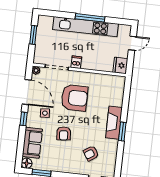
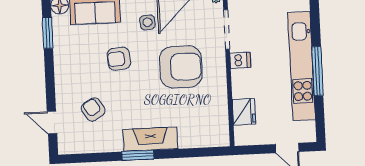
fridge: (120, 65) -> (244, 112), moved, turned 90
armchair: (74, 98) -> (181, 67), turned -90

